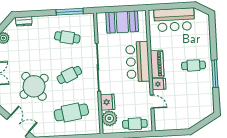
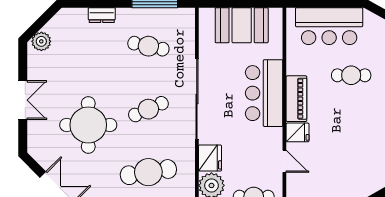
dresser: (24, 21) -> (102, 15), moved
cafe table: (193, 65) -> (351, 75), moved
round table: (34, 86) -> (88, 125), turned 36

